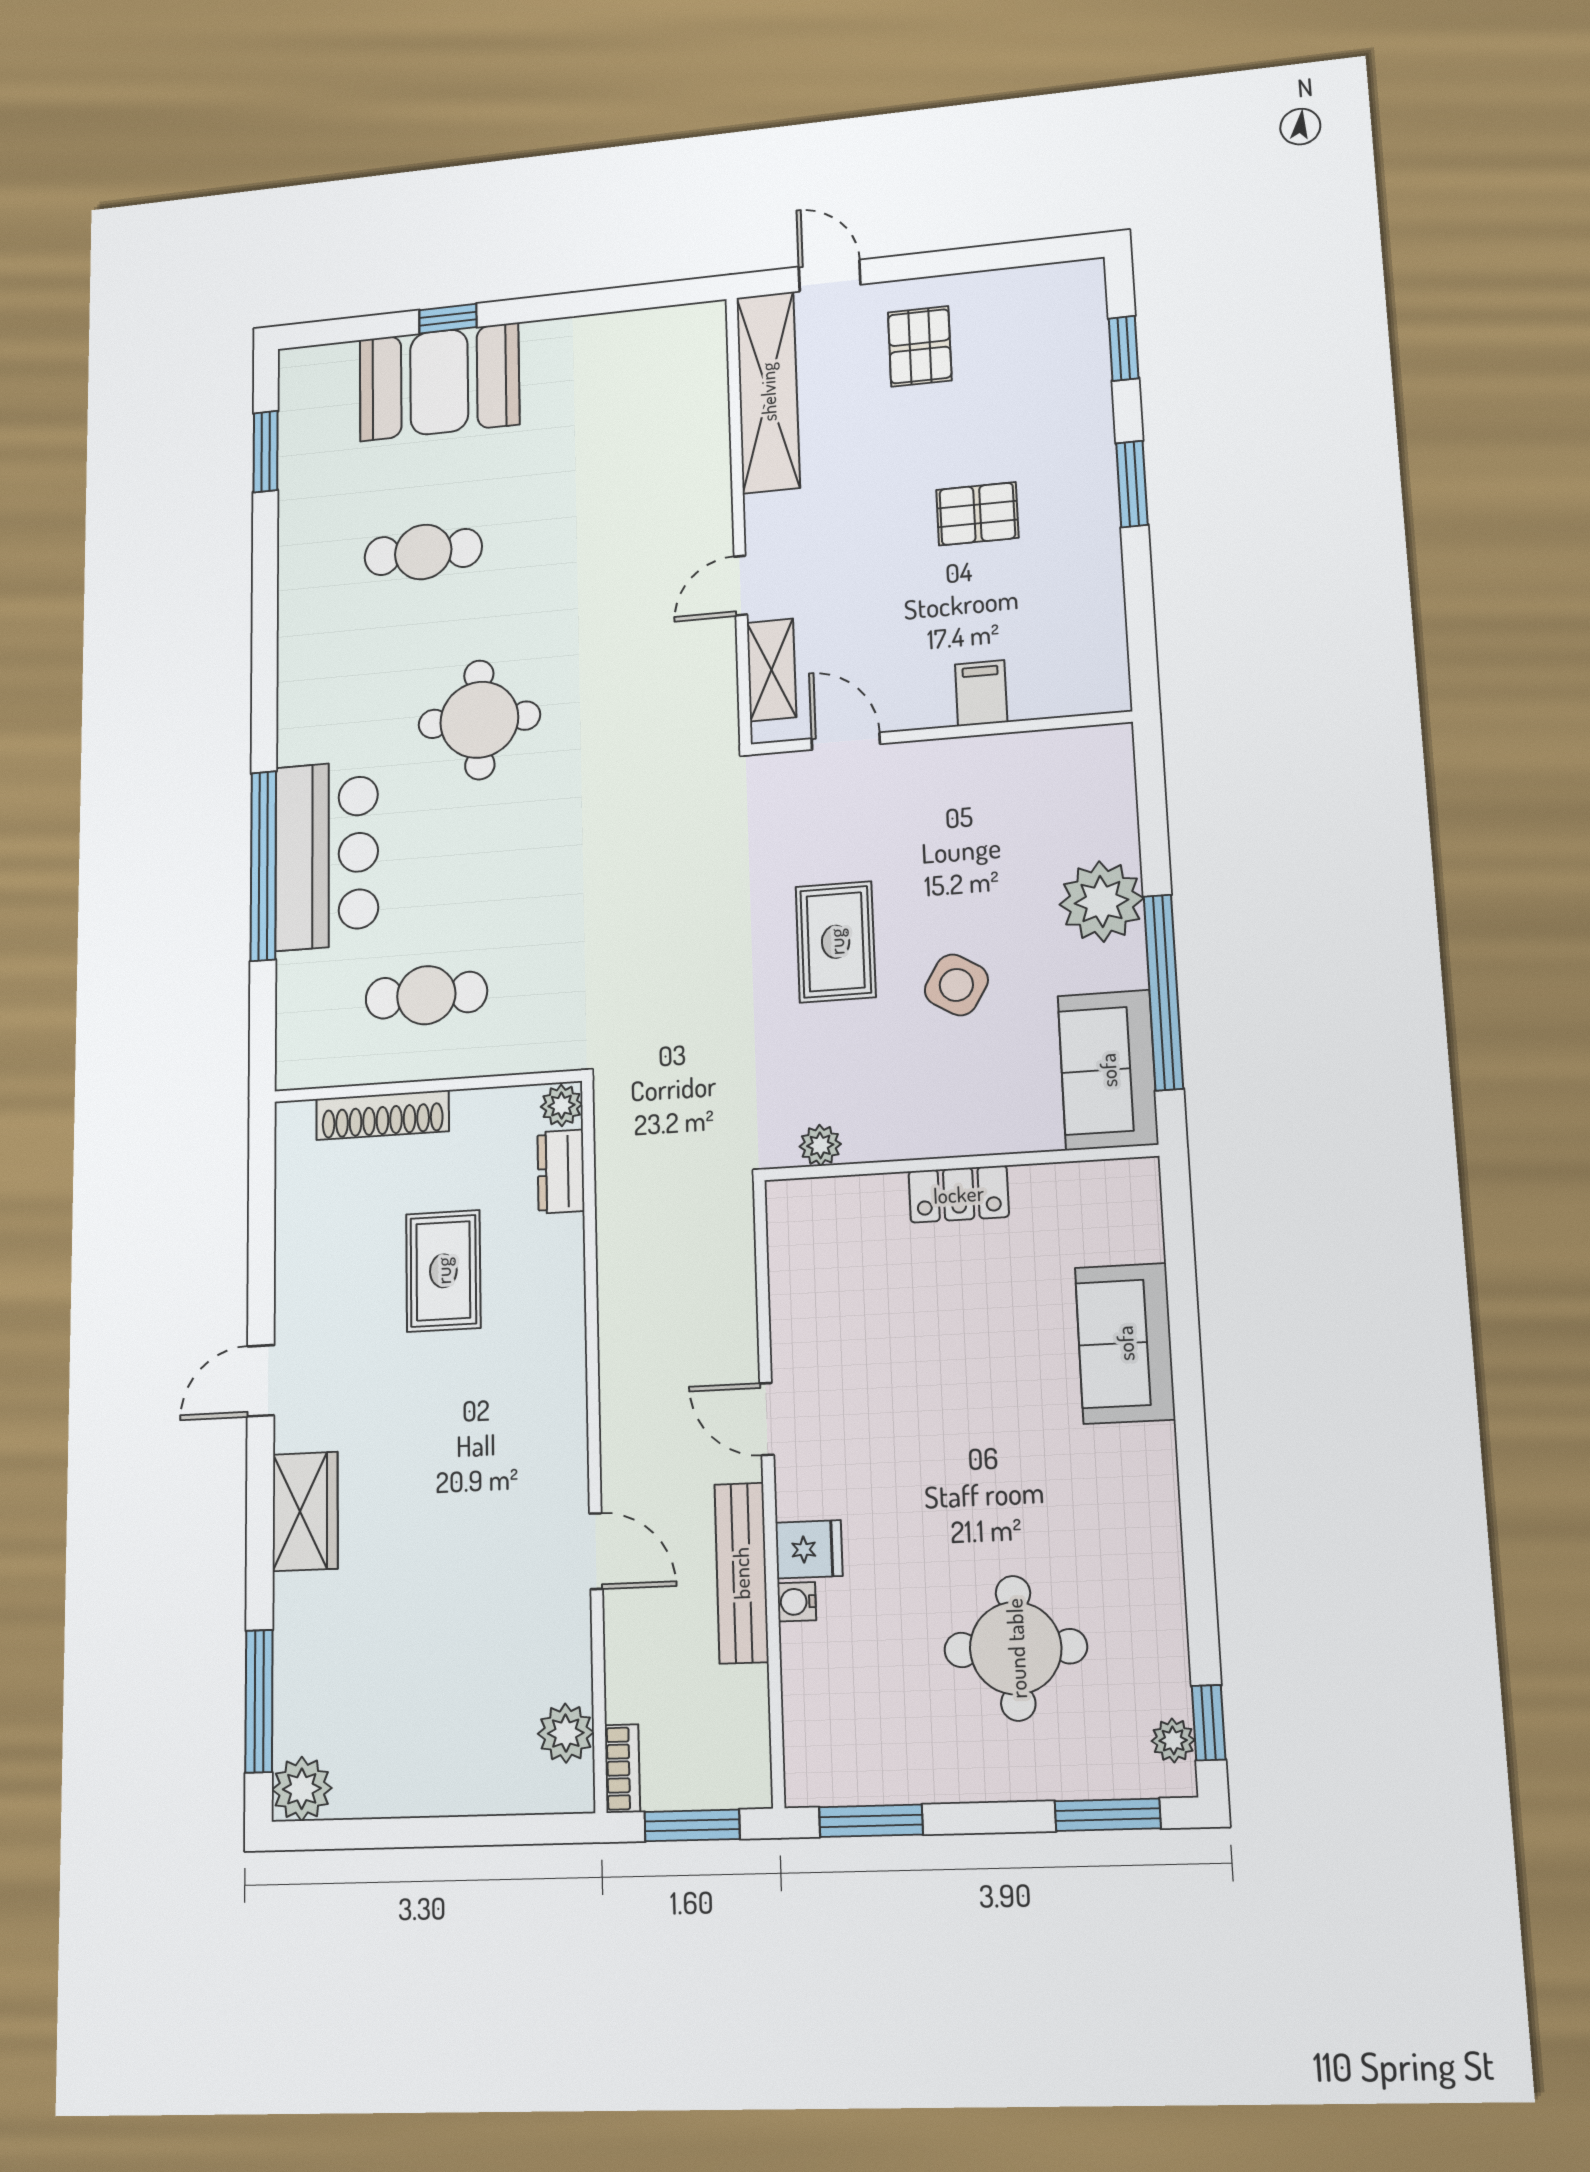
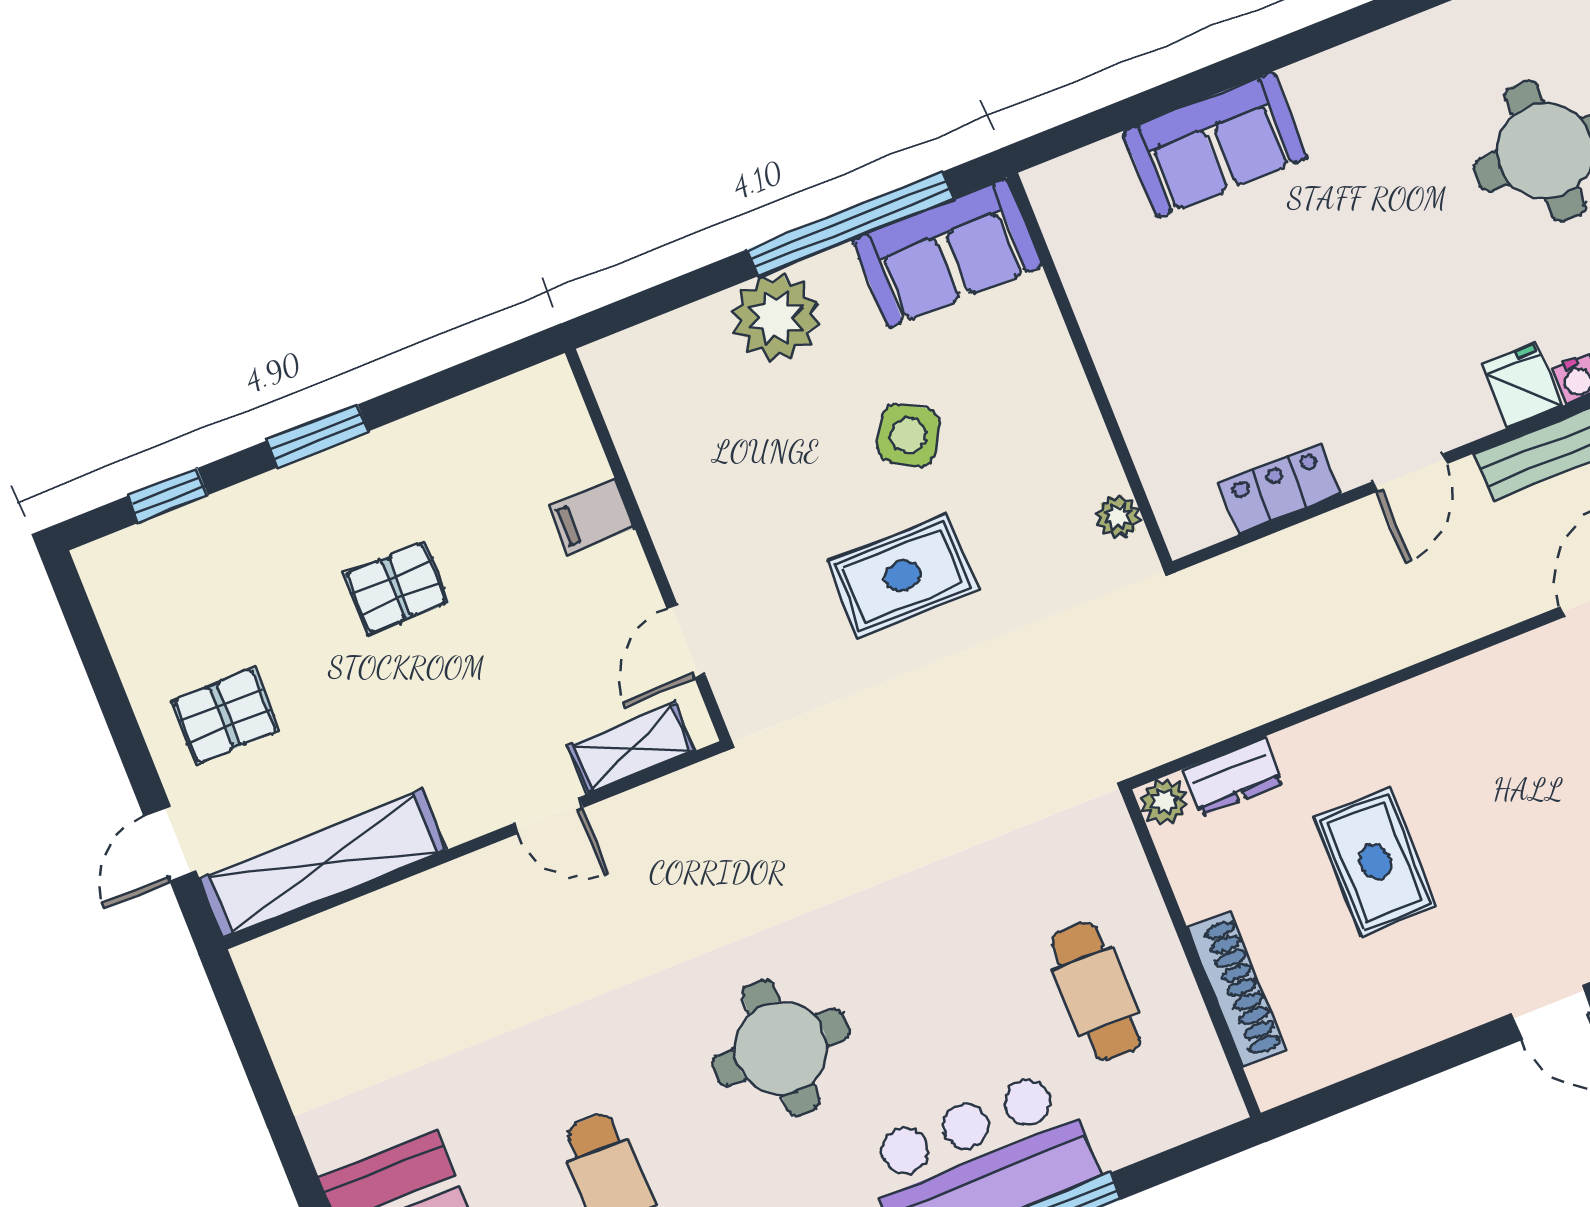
pallet: (977, 514) -> (396, 588), turned 90
locker: (959, 1194) -> (1279, 489), moved, turned -90
rug: (443, 1271) -> (1375, 862), turned 90

